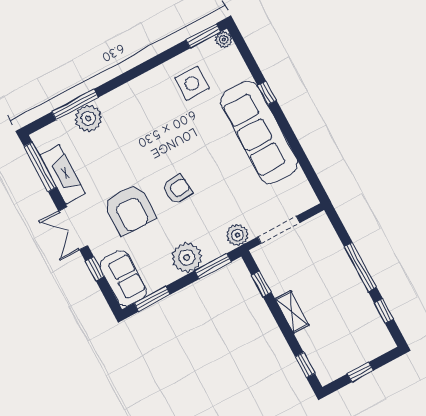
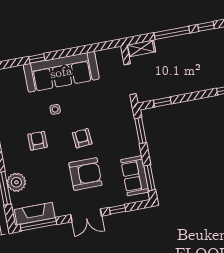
side table: (192, 83) -> (55, 109), moved, width x0.54, depth x0.54
armchair: (155, 129) -> (38, 141), added
fireplace: (63, 174) -> (35, 214), moved
plant: (237, 235) -> (125, 108), removed
plant: (187, 257) -> (129, 146), removed
sofa: (123, 278) -> (135, 176), moved, turned -90
shelving: (292, 312) -> (141, 48), moved

